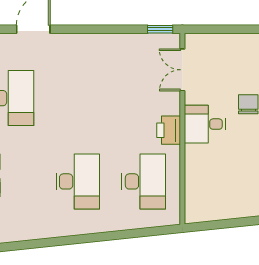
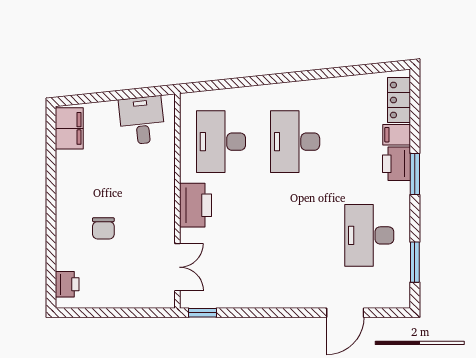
desk: (205, 124) -> (142, 120), moved, turned -96
printer: (169, 130) -> (195, 205), width x1.37, depth x1.19

